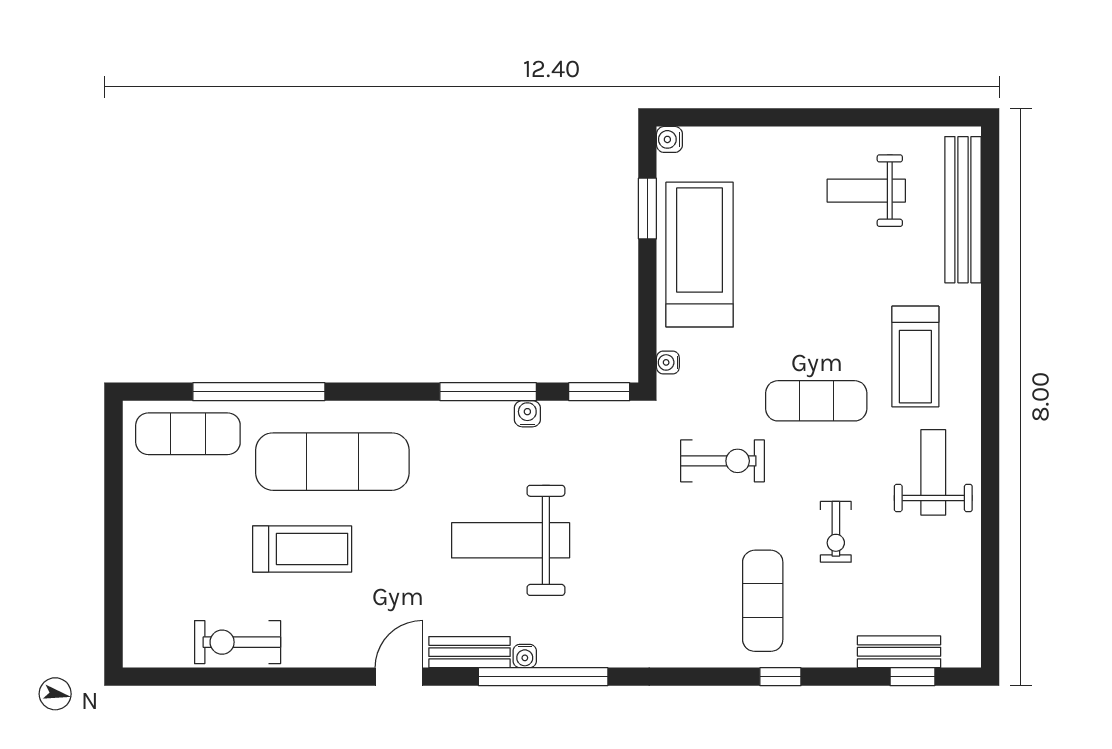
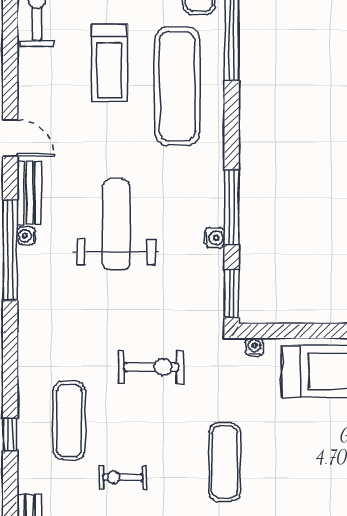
exercise bike: (723, 461) -> (151, 367), moved, turned -90
exercise mat: (763, 601) -> (69, 421), turned 90

